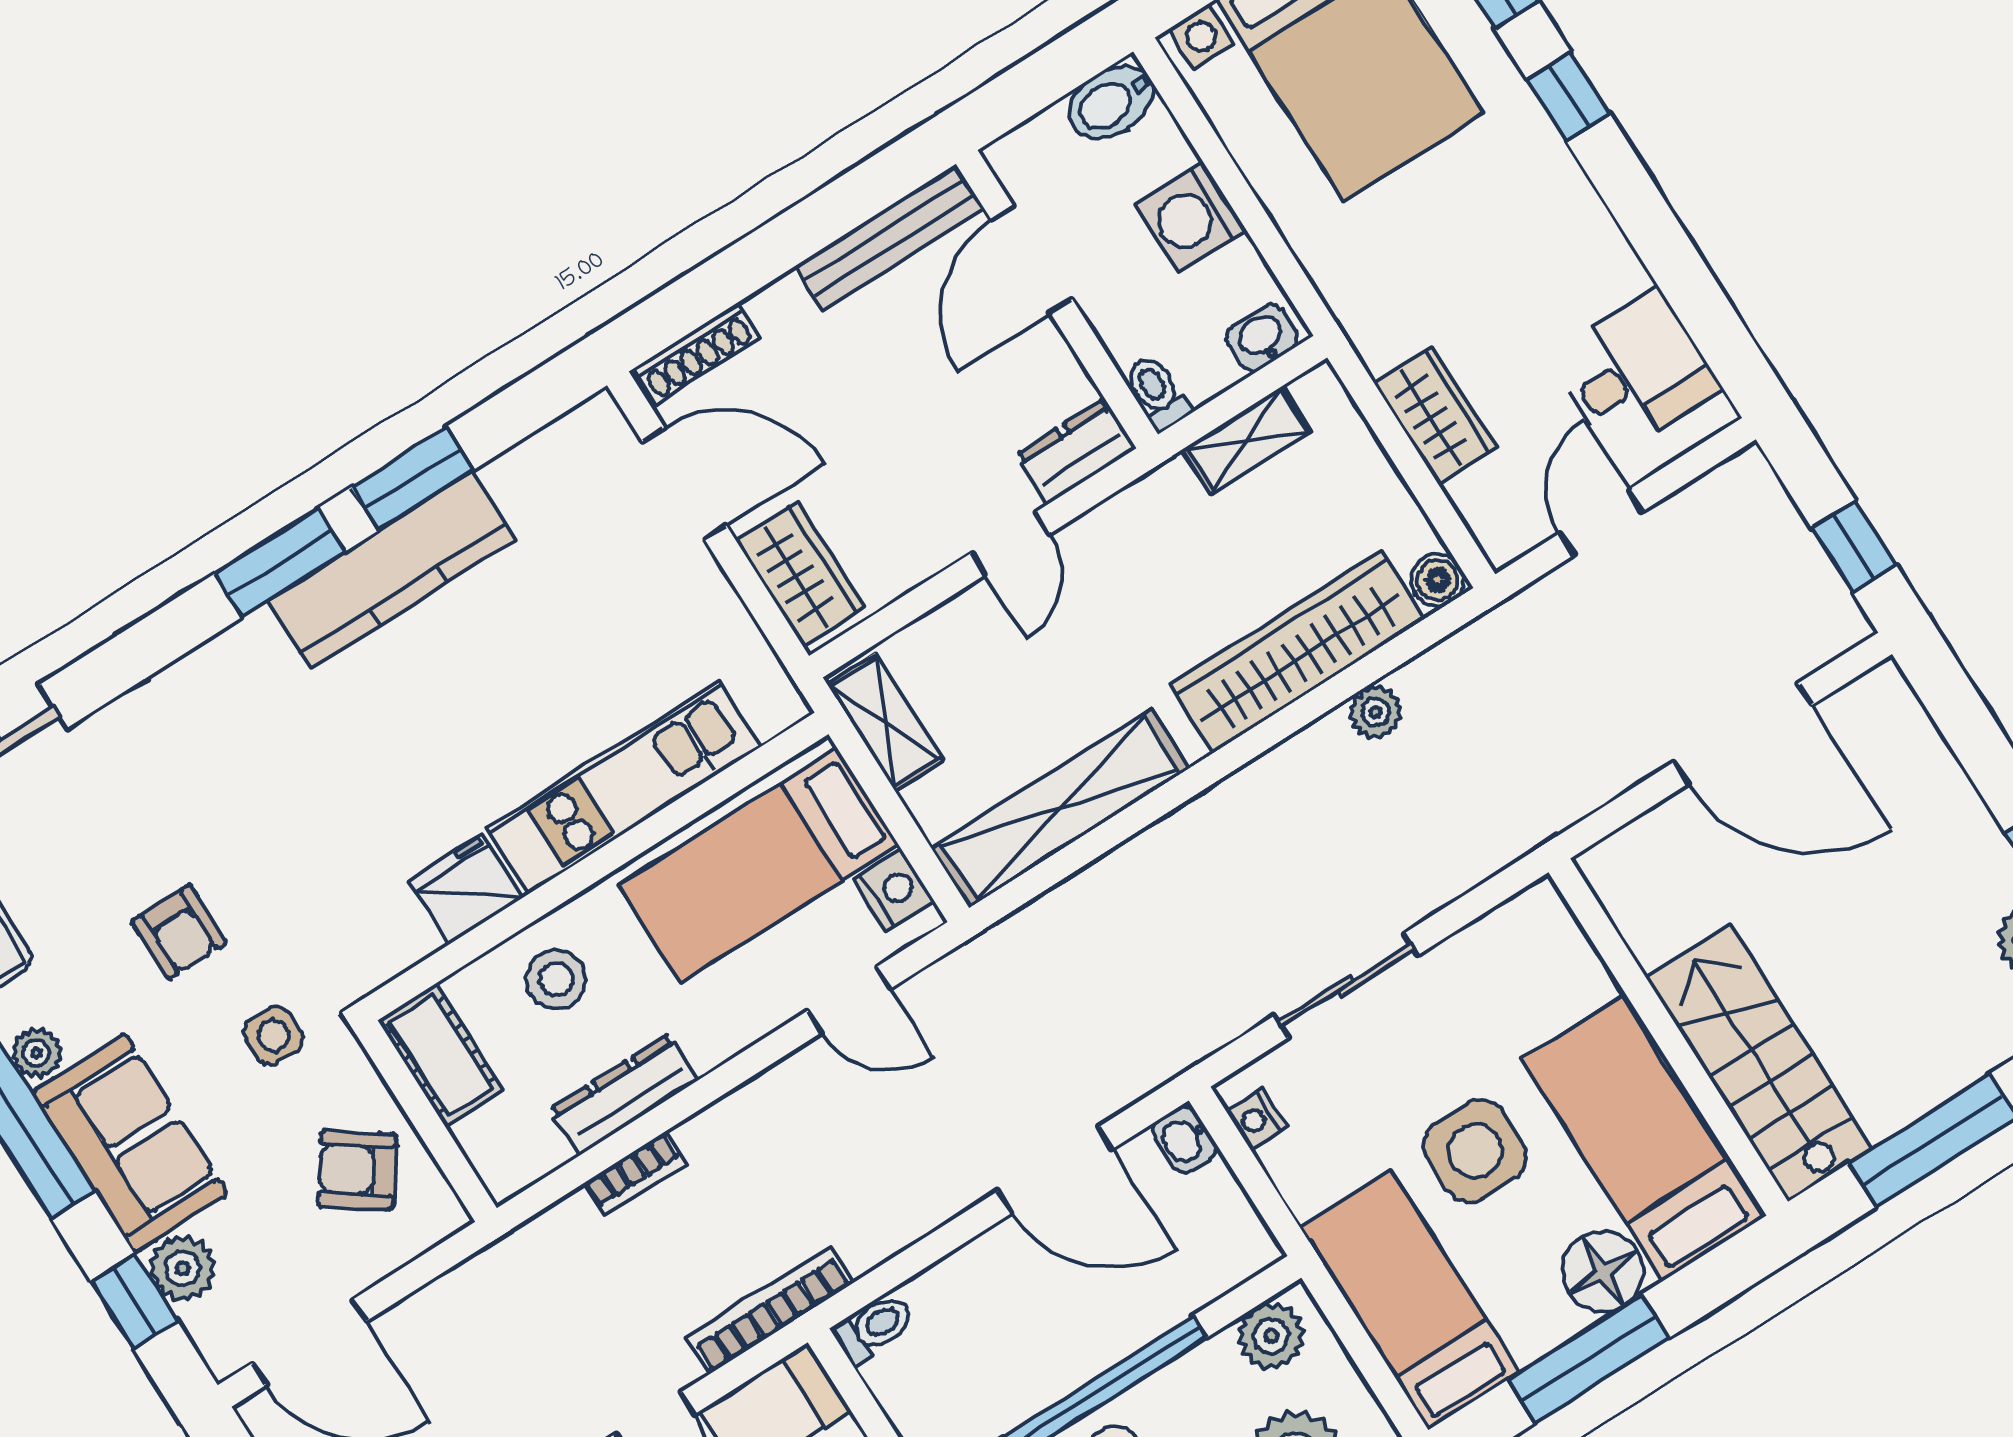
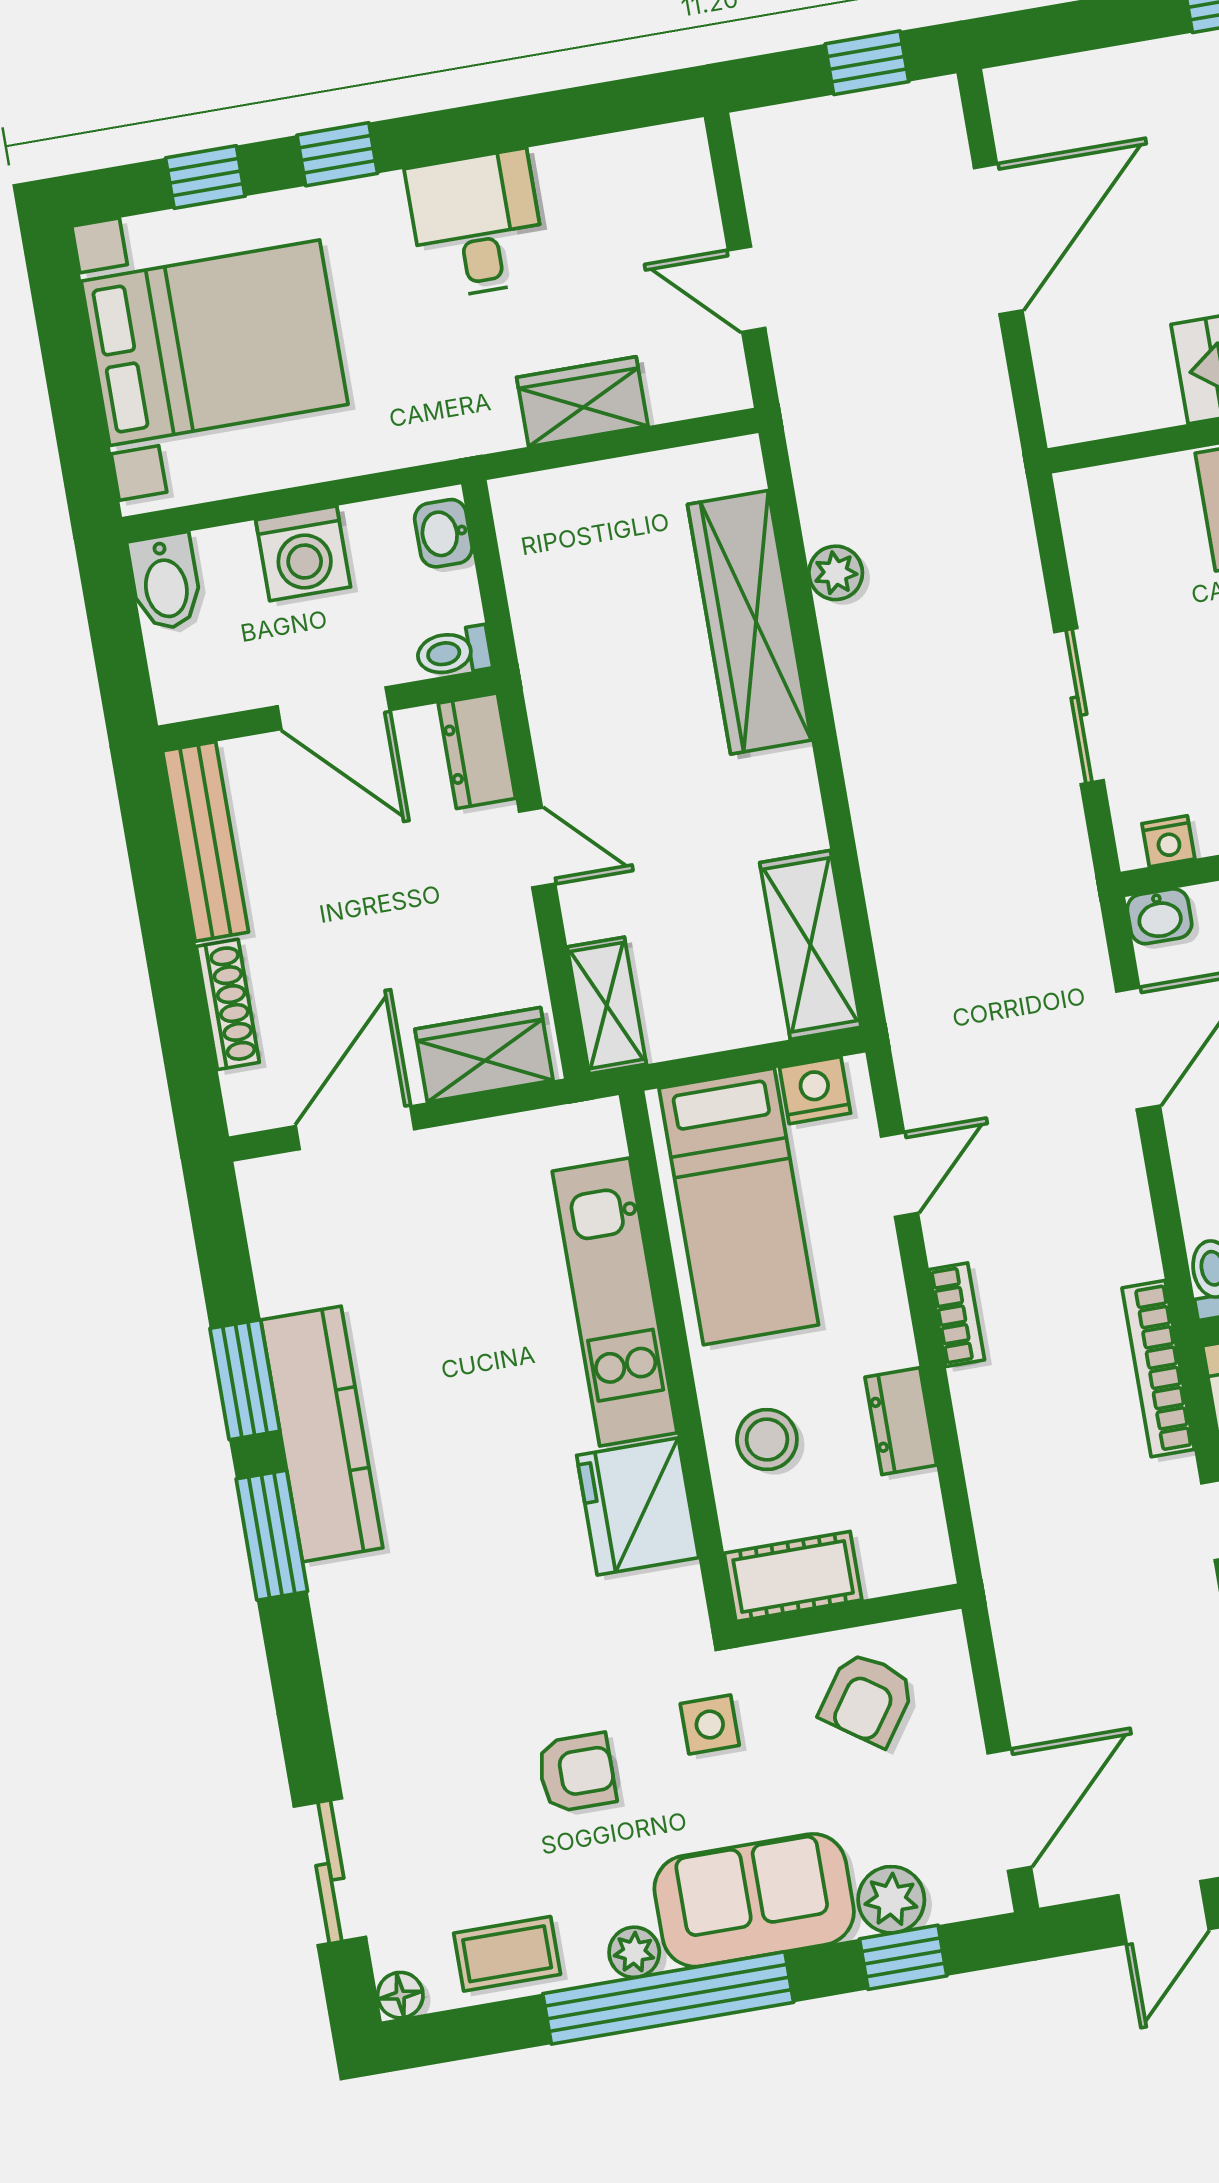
door: (1032, 260) -> (334, 708), moved
shoe rack: (697, 353) -> (228, 1004), moved
desk: (1635, 373) -> (477, 224), moved
shelving: (1246, 440) -> (533, 588), removed
boiler: (1437, 580) -> (737, 464), removed
shelving: (885, 722) -> (607, 1005), moved, turned 90
shelving: (1060, 808) -> (810, 945), width x0.68
fridge: (466, 889) -> (638, 1507), width x1.36, depth x1.34
dresser: (624, 1095) -> (901, 1421), width x0.70
bookcase: (634, 1174) -> (957, 1315), moved

